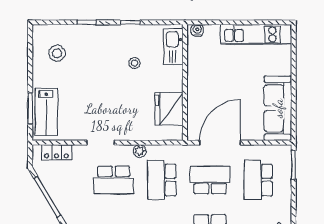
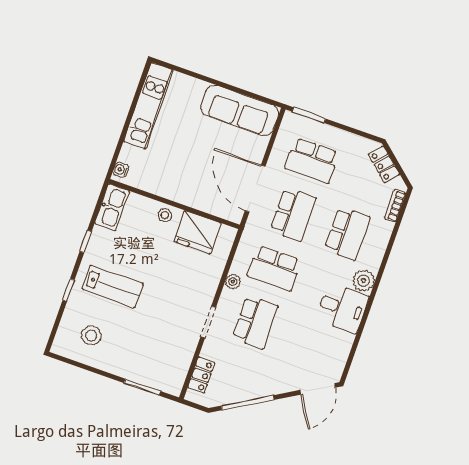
kitchen sink: (173, 47) -> (112, 207), moved, turned -90
stool: (134, 63) -> (165, 215), moved
lab bench: (46, 112) -> (113, 287), moved
school desk: (210, 180) -> (293, 214), turned 180

